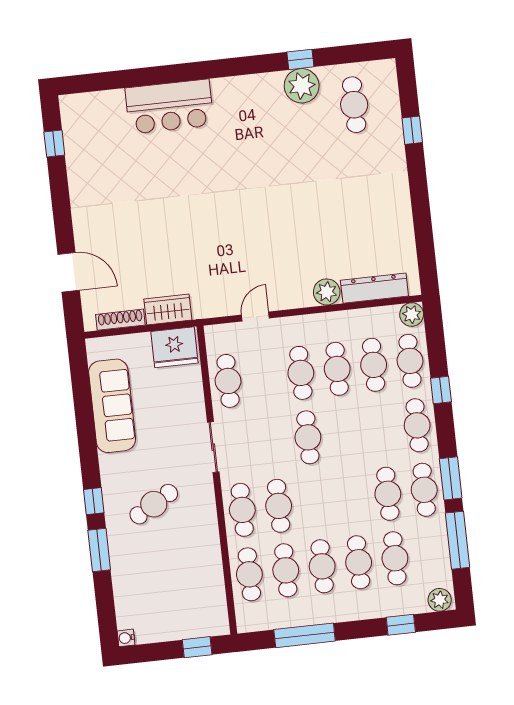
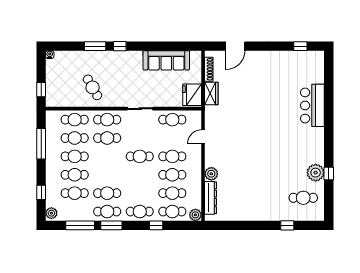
door: (255, 316) -> (203, 137), swing flipped
cafe table: (154, 504) -> (93, 87), moved

